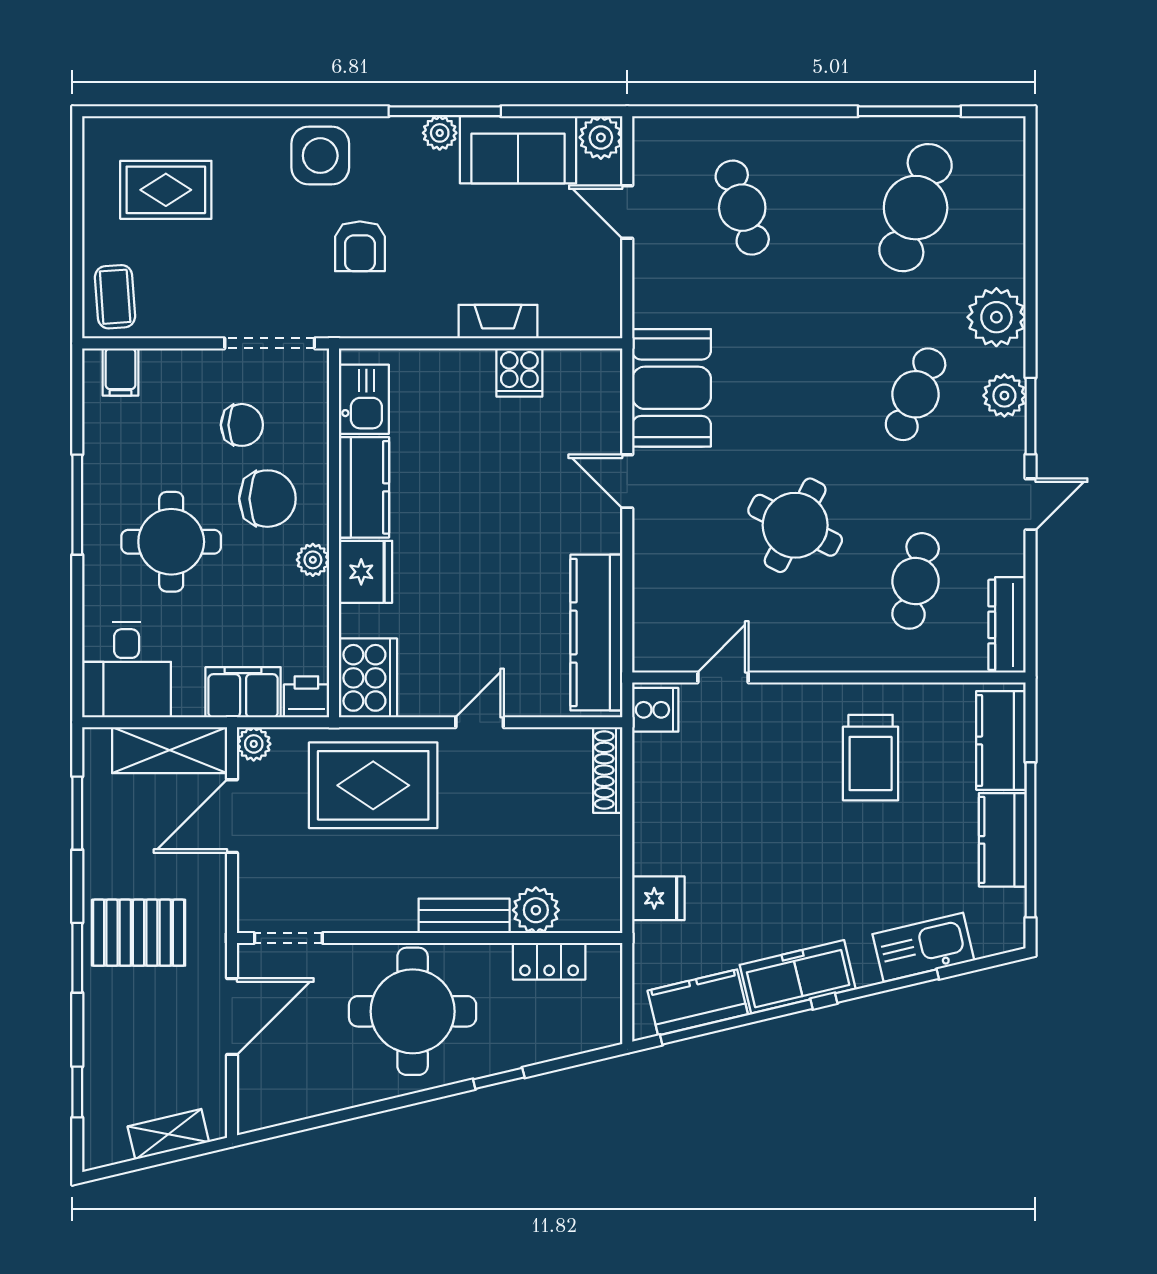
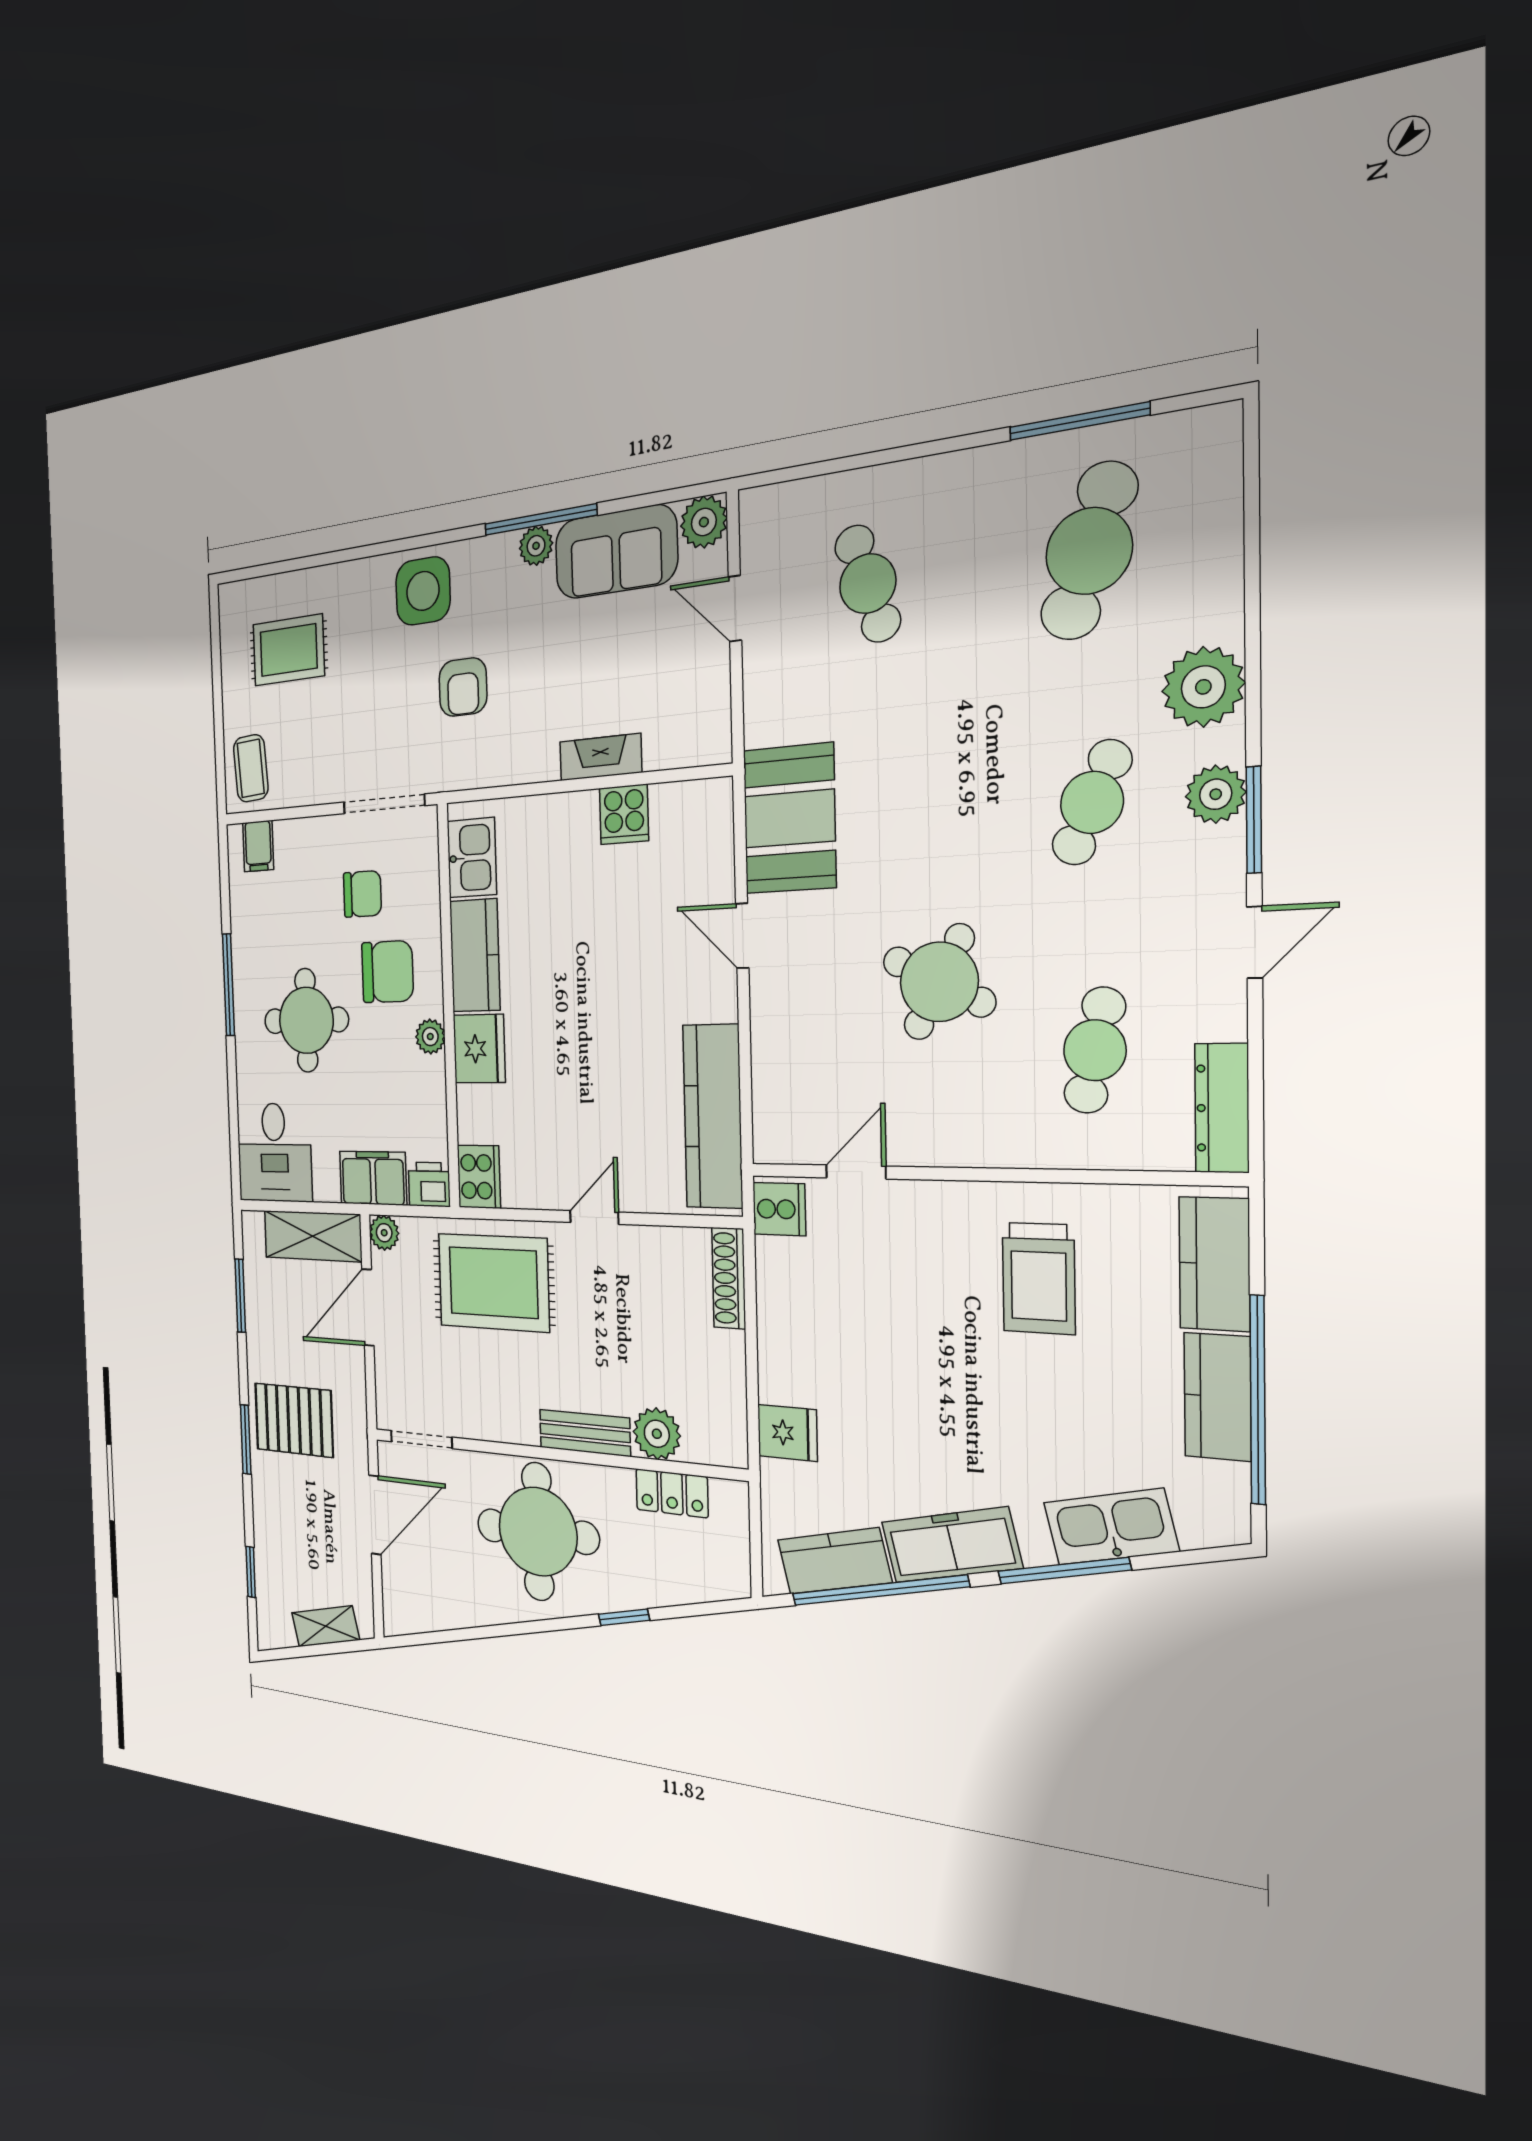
cooker: (368, 678) -> (479, 1177), width x0.73, depth x0.76

